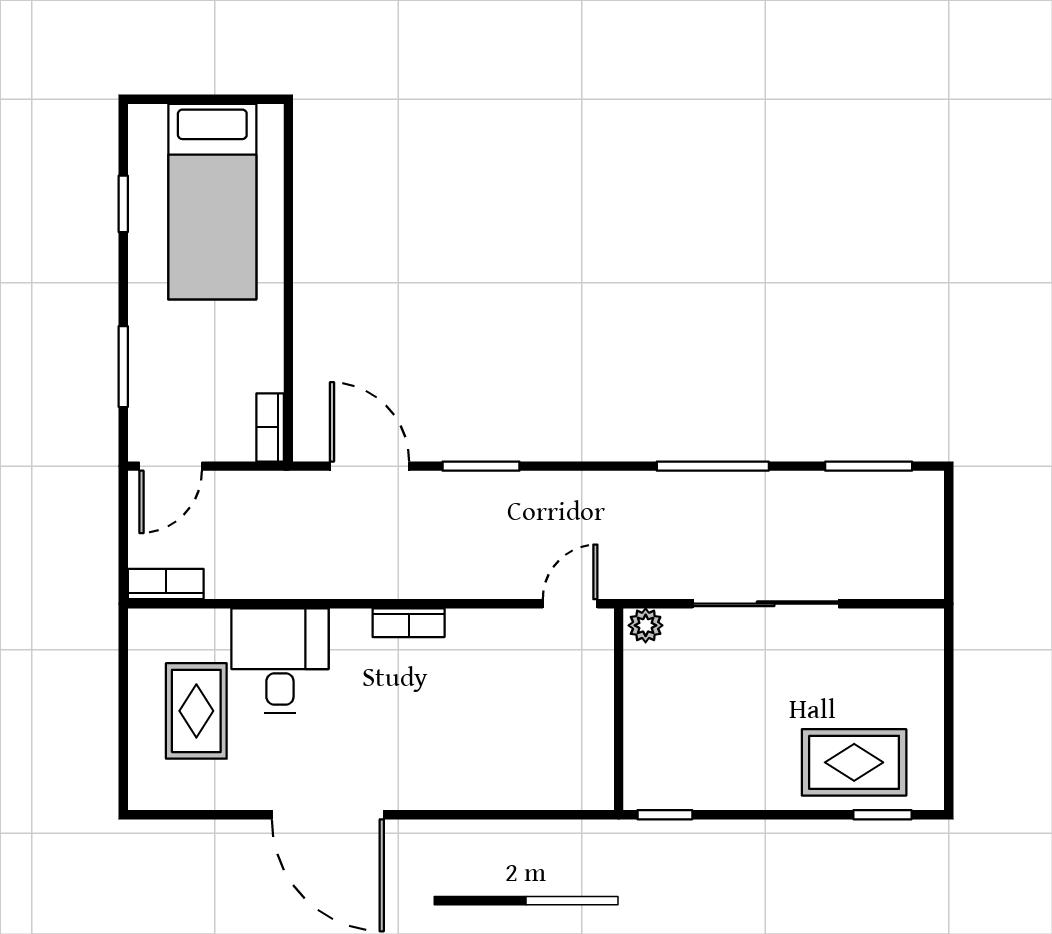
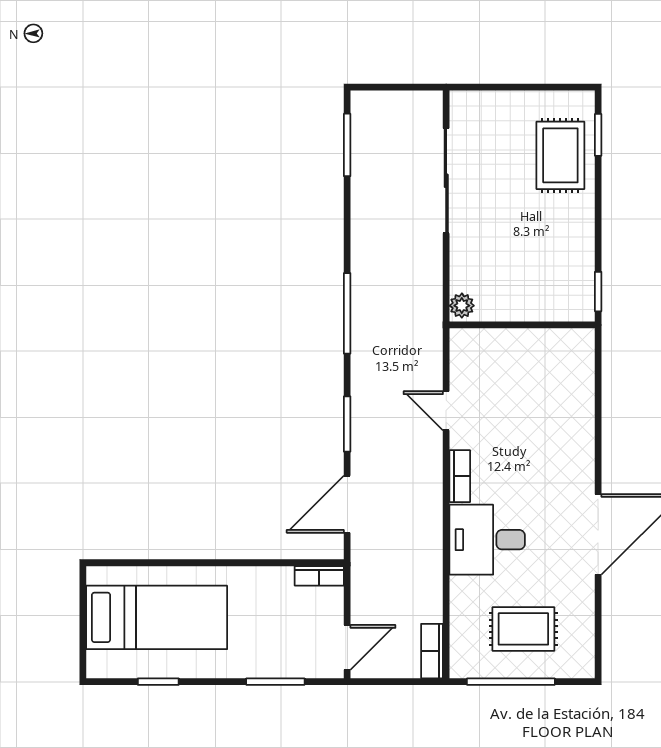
door: (171, 466) -> (347, 647), hinge flipped
window: (713, 466) -> (347, 313), moved
door: (570, 604) -> (446, 411), moved
sliding door: (766, 604) -> (446, 181), moved
desk: (280, 661) -> (487, 540), moved
window: (123, 694) -> (511, 682), added

